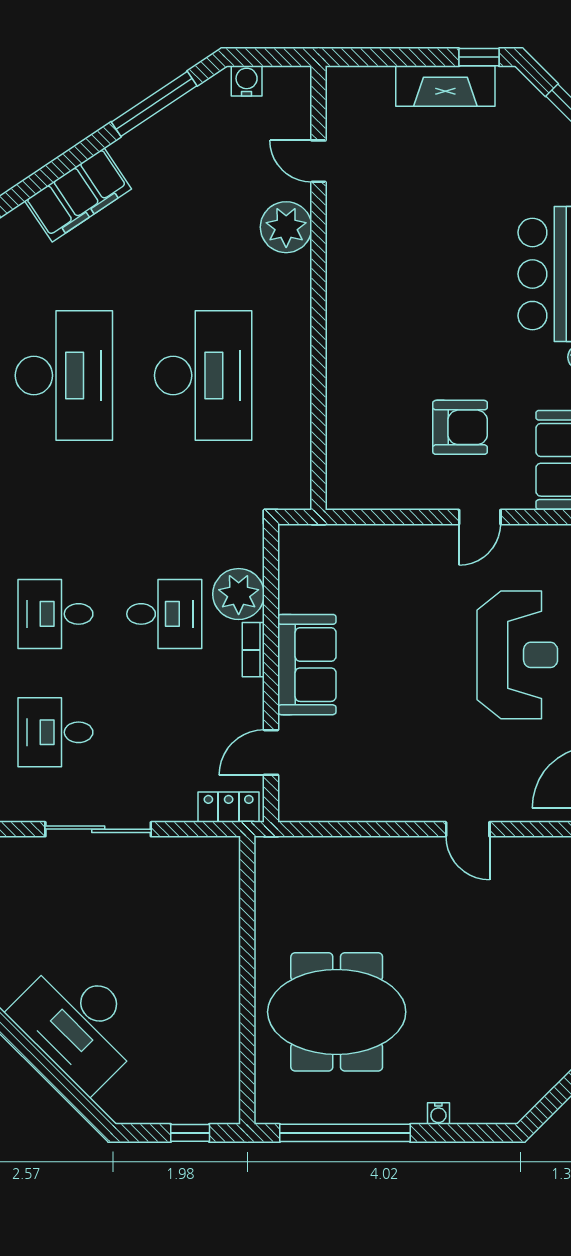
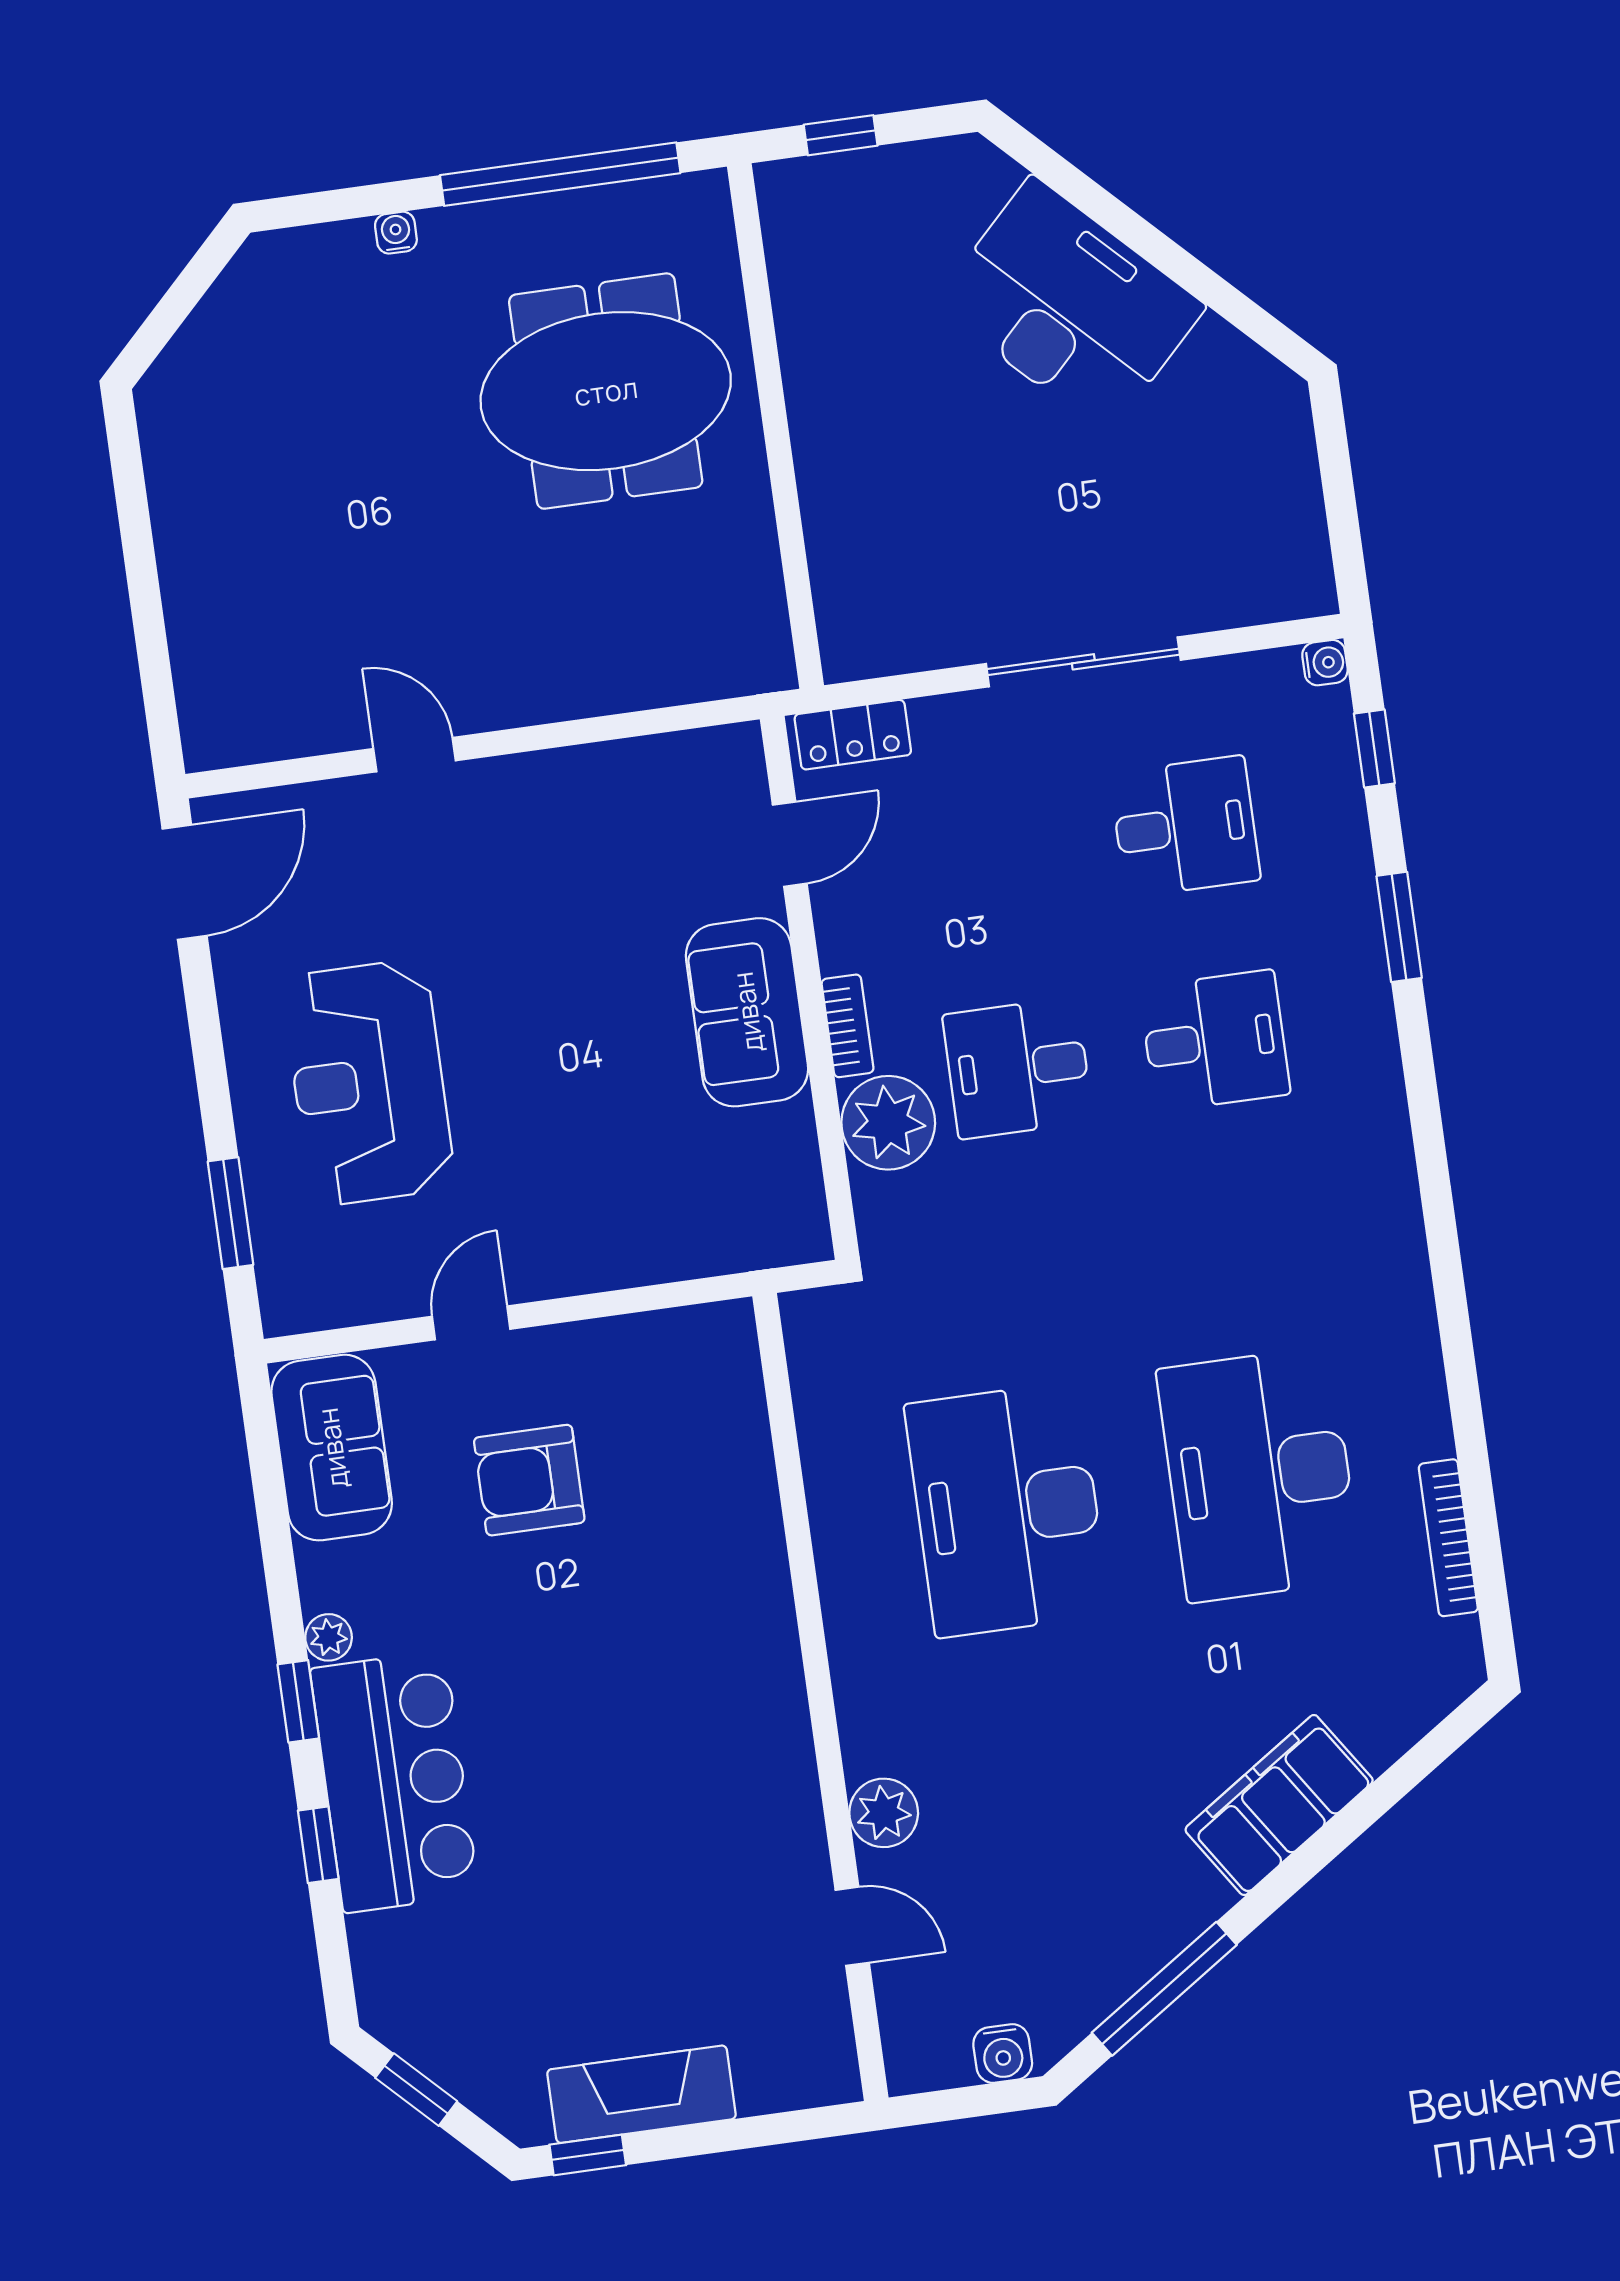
plant: (286, 227) -> (884, 1813), width x0.73, depth x0.73

